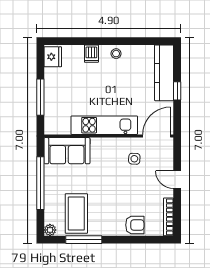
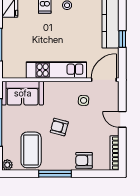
armchair: (107, 188) -> (59, 127), added
armchair: (135, 225) -> (84, 160), turned 180
window: (84, 240) -> (55, 174), moved

